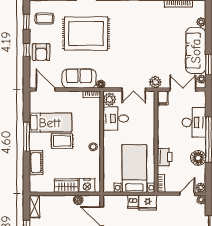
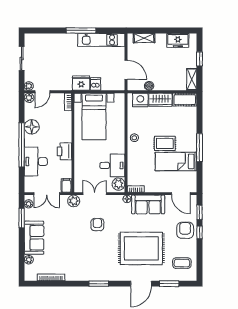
window: (26, 22) -> (200, 212), moved
sofa: (196, 51) -> (34, 238), width x0.73
armchair: (131, 58) -> (97, 225), added
printer: (165, 157) -> (64, 151), moved
cot: (36, 163) -> (185, 100), moved, turned 90

